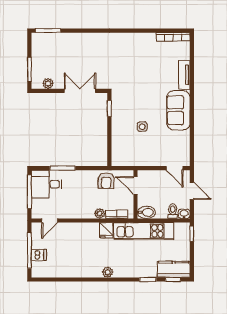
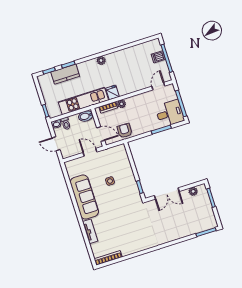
sofa: (178, 110) -> (84, 197), width x1.36
door: (175, 168) -> (90, 152), moved
kitchen counter: (174, 269) -> (65, 74), moved

